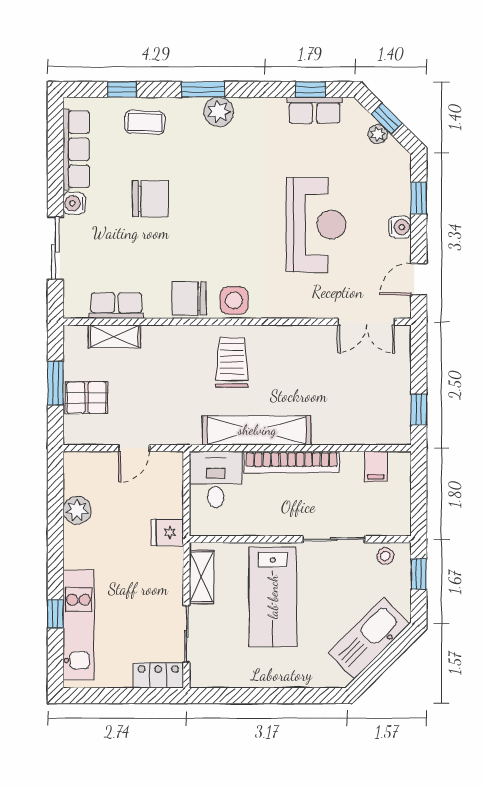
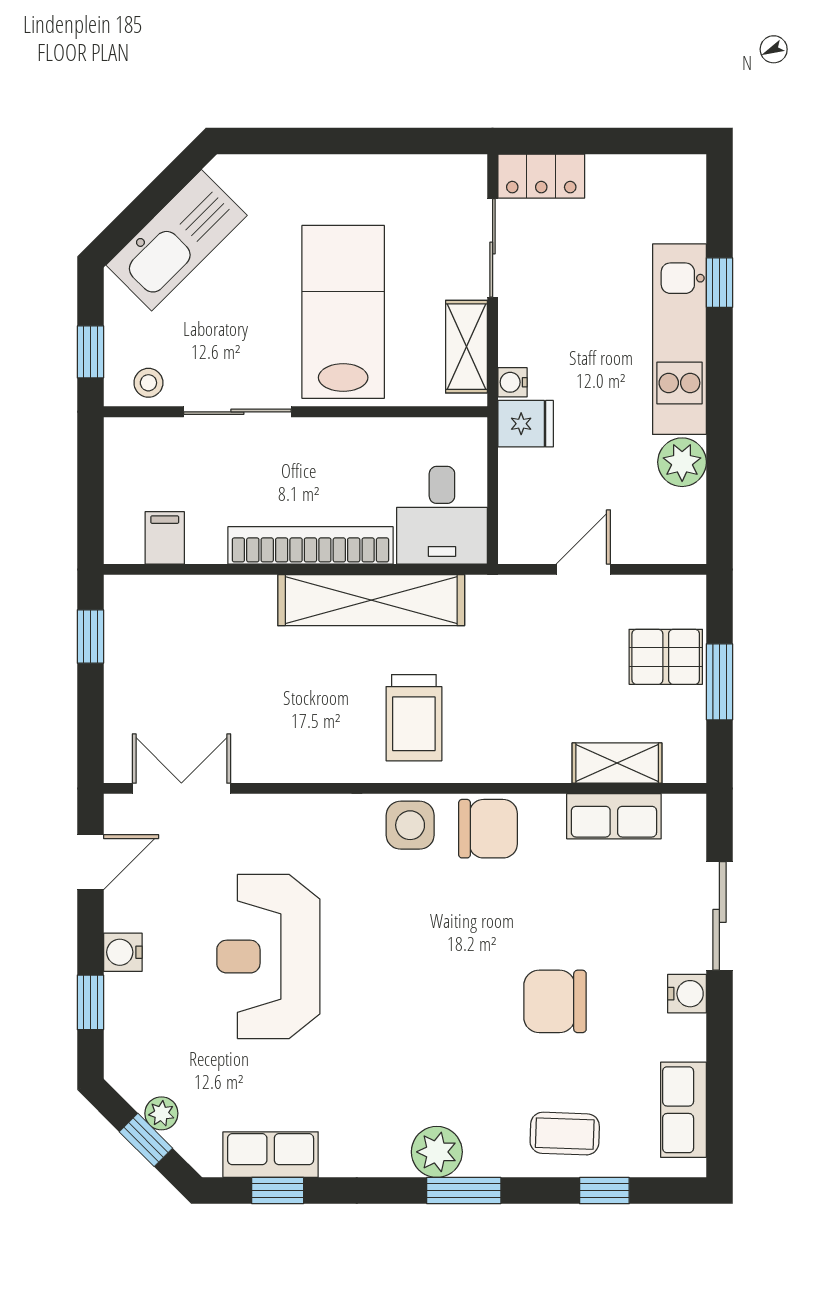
row of seats: (76, 149) -> (684, 1110), width x0.68
water cooler: (175, 556) -> (512, 382), added
kitchen unit: (79, 625) -> (679, 339), moved

